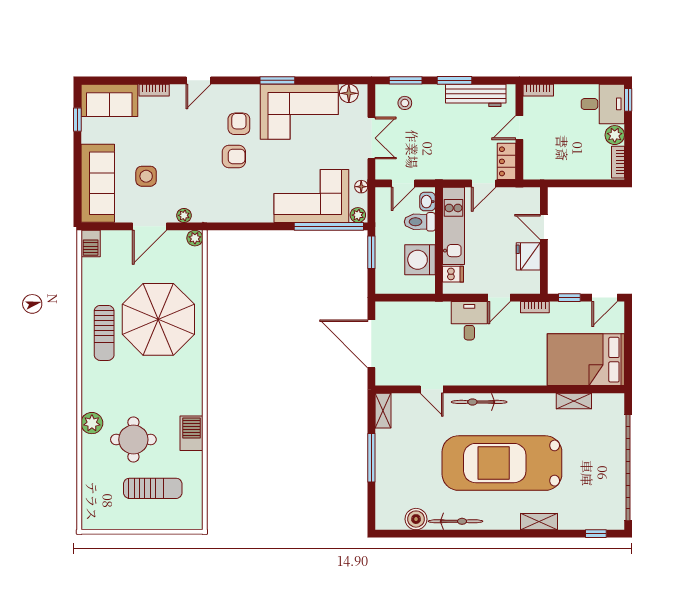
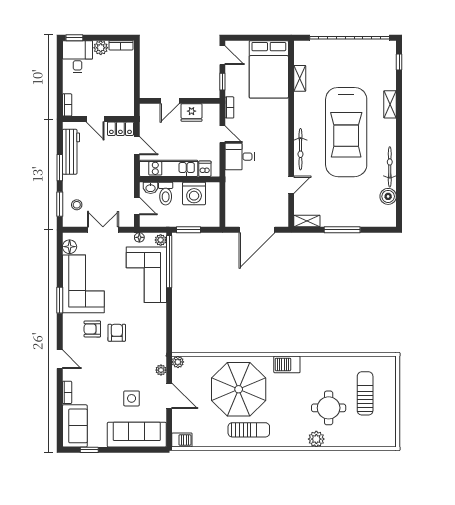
barbecue: (191, 433) -> (287, 364), moved

